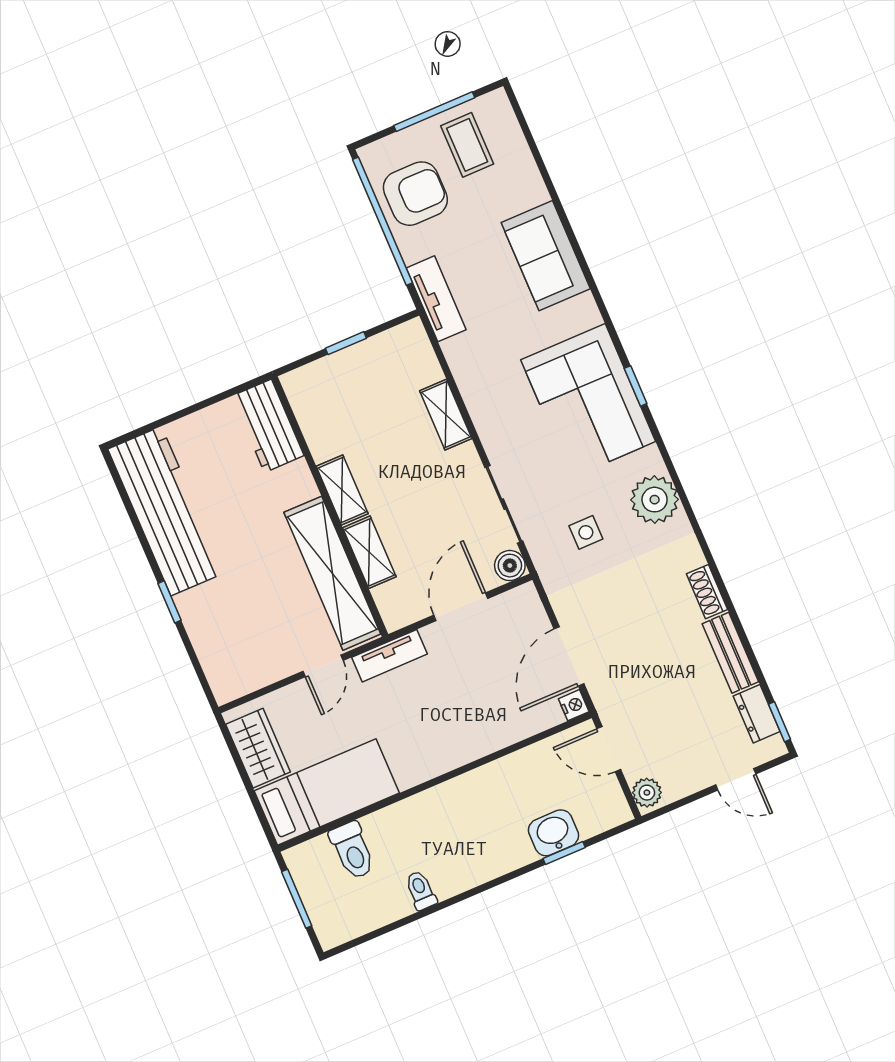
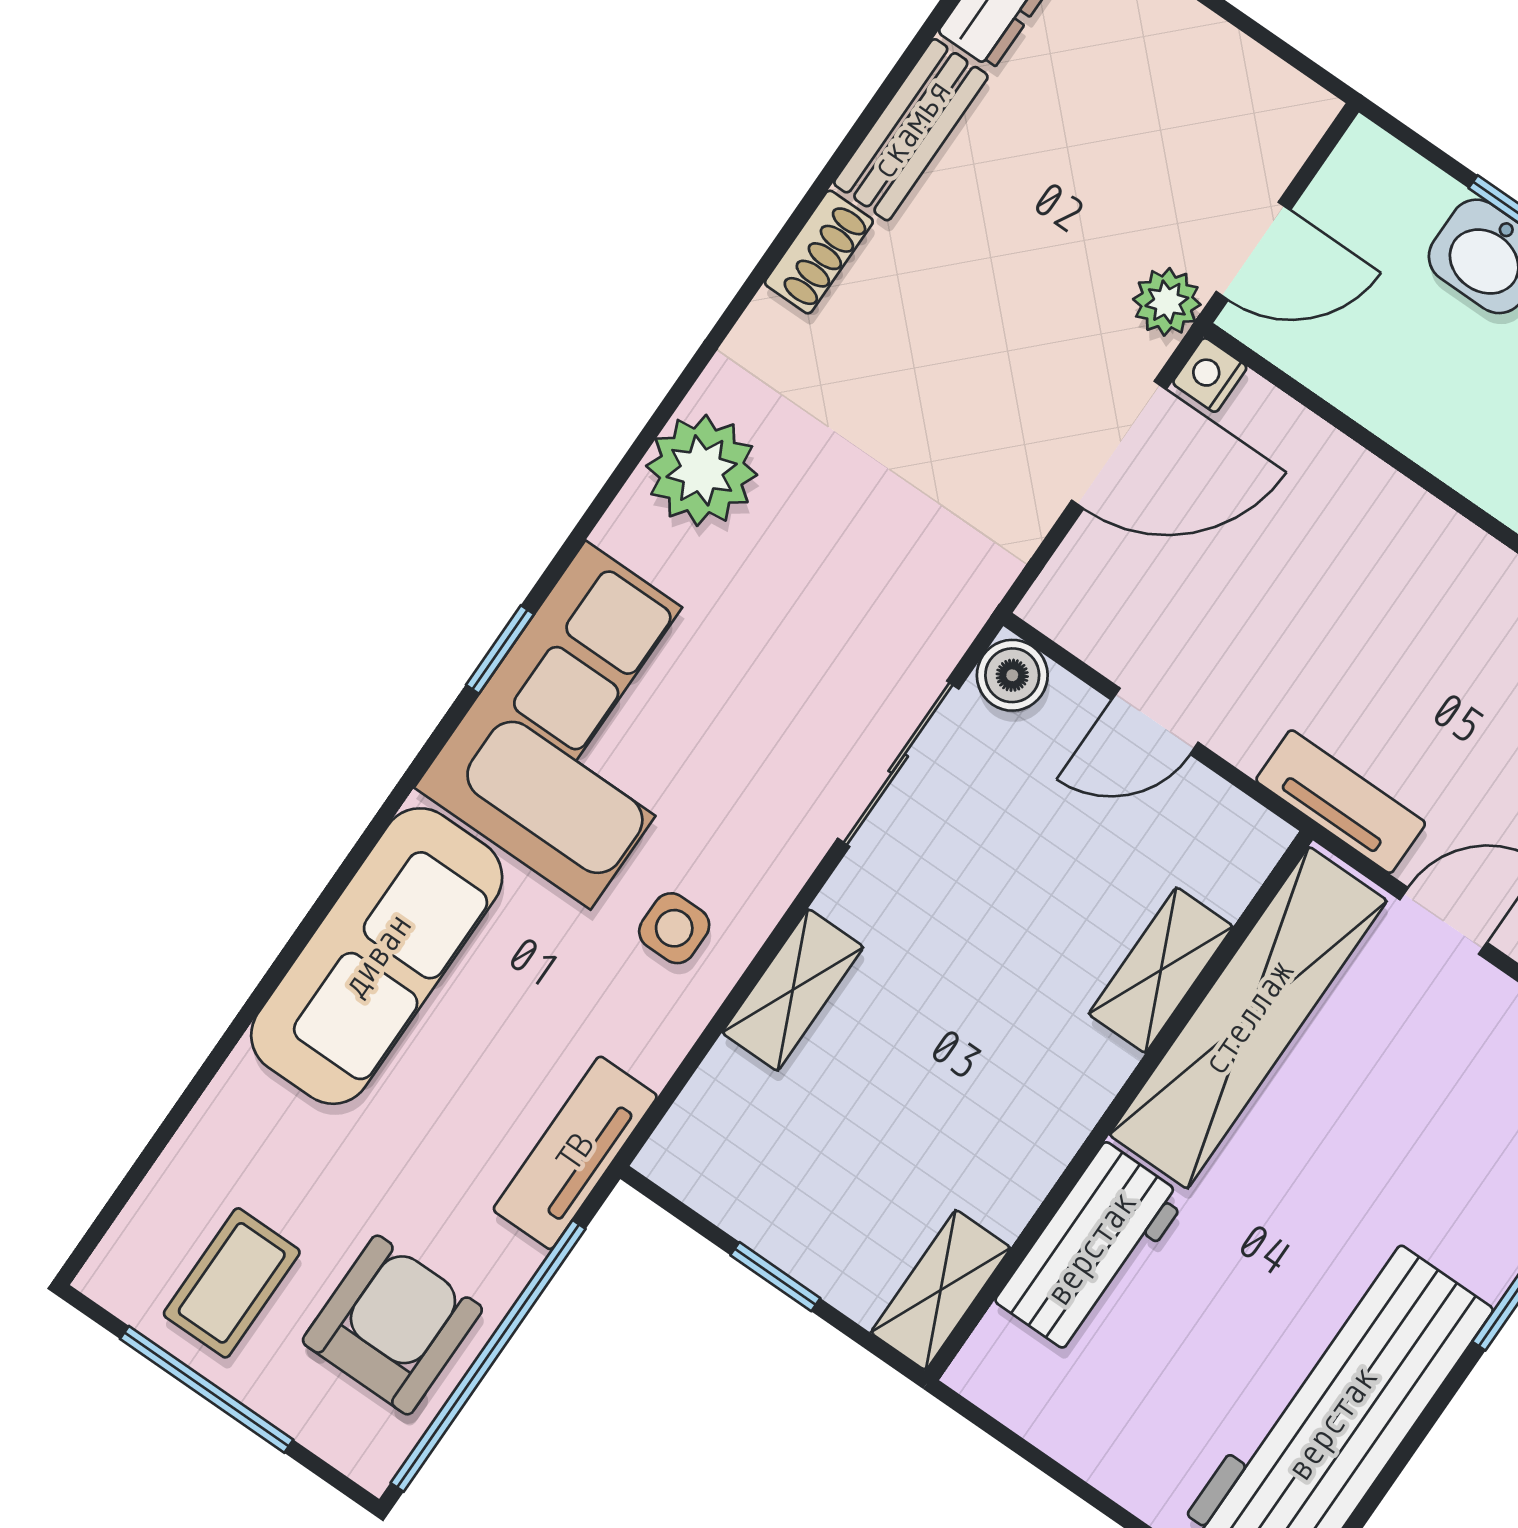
armchair: (415, 194) -> (392, 1325), turned 90
sofa: (546, 256) -> (377, 956), width x1.36
workbench: (268, 426) -> (1091, 1249), moved
shelving: (342, 490) -> (941, 1290), moved
side table: (586, 532) -> (674, 928), moved
door: (461, 607) -> (1155, 721), width x0.73
door: (609, 749) -> (1253, 251), hinge flipped
plant: (647, 793) -> (1167, 302), moved

